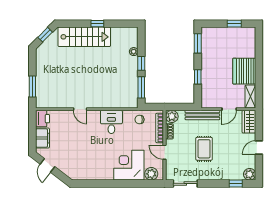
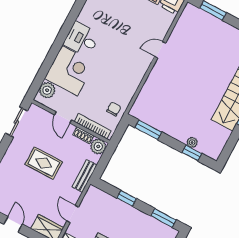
window: (141, 63) -> (192, 153), moved
bench: (202, 115) -> (85, 176), width x0.73
desk: (111, 122) -> (82, 39), moved, turned 180
door: (164, 152) -> (63, 117), swing flipped

